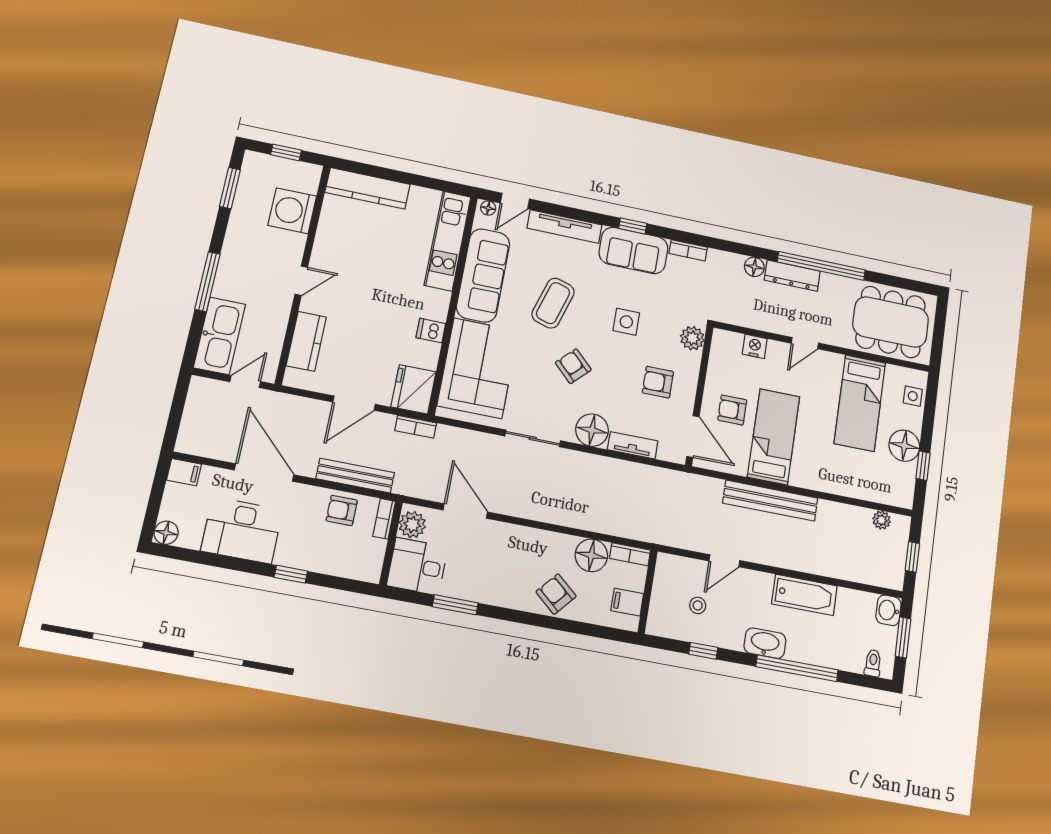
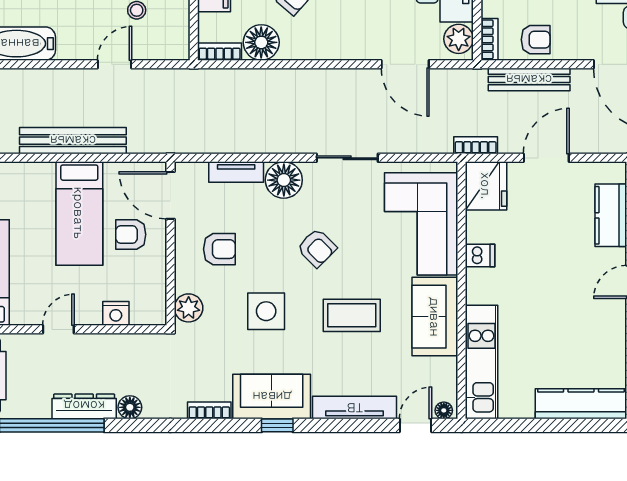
sofa: (483, 275) -> (435, 317), width x0.73
coffee table: (553, 303) -> (352, 315), turned 73
side table: (626, 322) -> (266, 311), width x1.37, depth x1.37
armchair: (732, 410) -> (131, 234), turned 180

